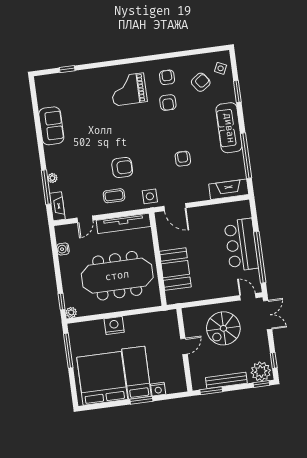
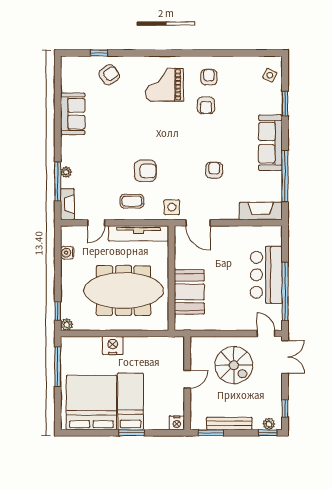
armchair: (201, 82) -> (109, 75), moved
spiral stairs: (223, 328) -> (234, 365), turned -90
plant: (261, 371) -> (269, 424), width x0.53, depth x0.53
nightstand: (158, 389) -> (177, 423), moved

